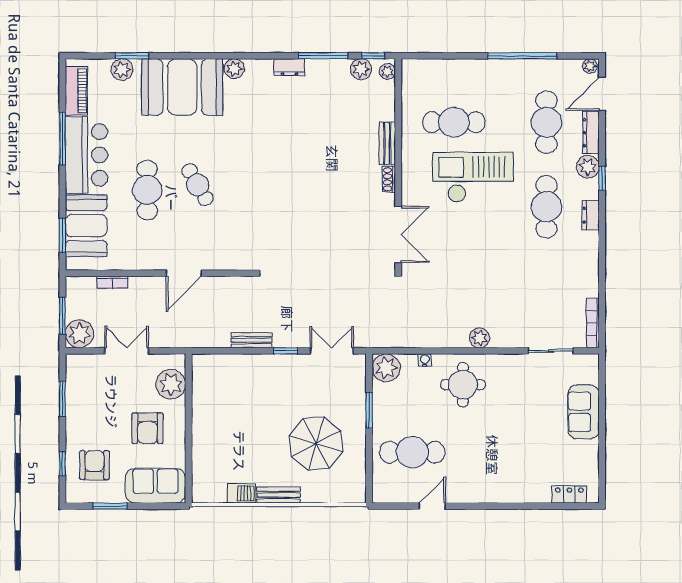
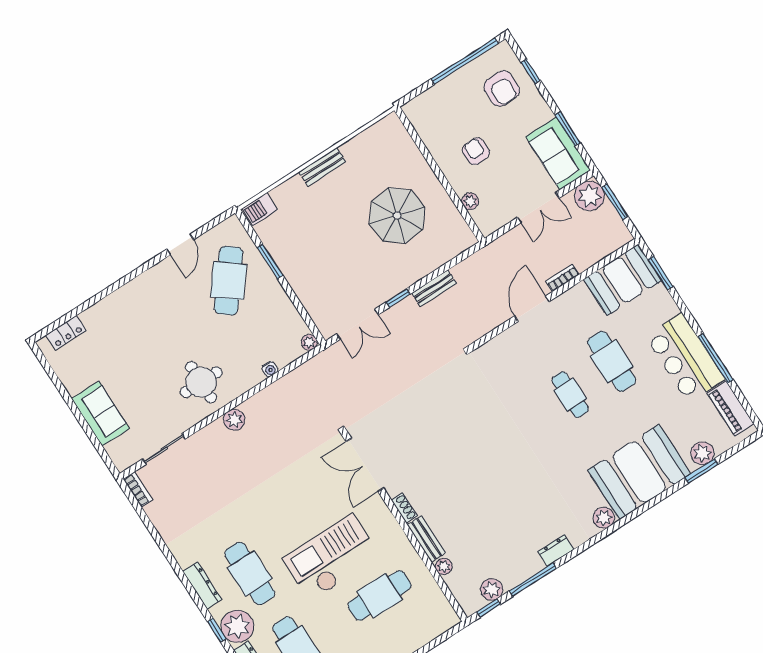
plant: (387, 72) -> (444, 566), moved
plant: (588, 167) -> (237, 626), width x1.36, depth x1.36
checkout: (473, 177) -> (331, 558), turned 180
cafe table: (198, 185) -> (570, 395), turned 30
dresser: (591, 215) -> (202, 585), width x1.44
booth: (86, 226) -> (623, 280), moved, turned 90
bookcase: (113, 282) -> (562, 278), moved
bookcase: (593, 323) -> (138, 489), width x0.64
plant: (386, 368) -> (309, 342), width x0.53, depth x0.53
plant: (171, 384) -> (470, 201), width x0.53, depth x0.53
round table: (463, 385) -> (201, 382), moved
window: (369, 410) -> (270, 261), moved
armchair: (147, 428) -> (476, 151), width x0.72, depth x0.72
parasol: (316, 444) -> (397, 216), moved
cafe table: (412, 452) -> (229, 281), turned -52
sofa: (155, 486) -> (558, 153), moved, turned 90
barbecue: (242, 493) -> (260, 209), moved
window: (110, 506) -> (465, 61), width x2.11

